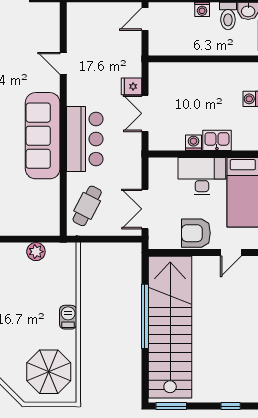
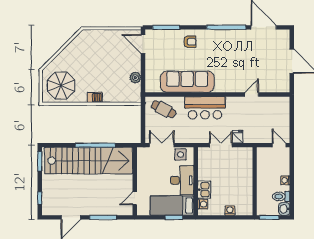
sofa: (43, 136) -> (187, 82), moved
washing machine: (193, 143) -> (203, 204), moved
side table: (160, 179) -> (180, 154), added
armchair: (196, 233) -> (147, 177), removed
door: (231, 252) -> (135, 198), hinge flipped

